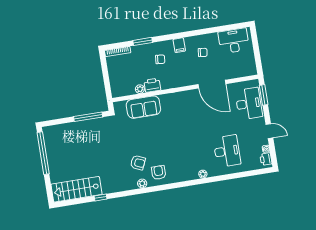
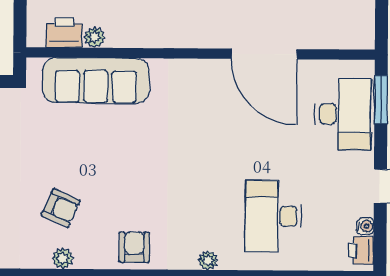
printer: (152, 85) -> (64, 33), moved
sofa: (143, 107) -> (96, 81), width x1.36
desk: (227, 151) -> (273, 216), turned 180
armchair: (159, 173) -> (134, 247), moved

